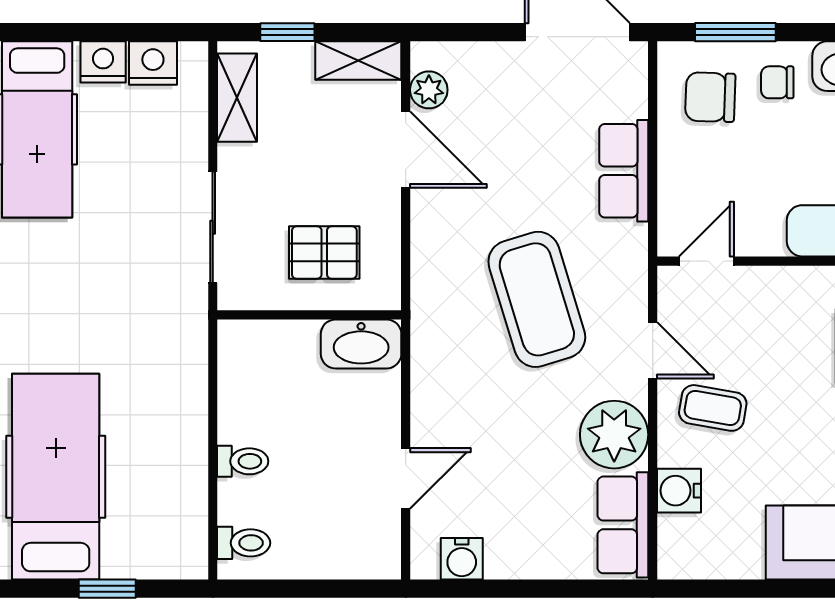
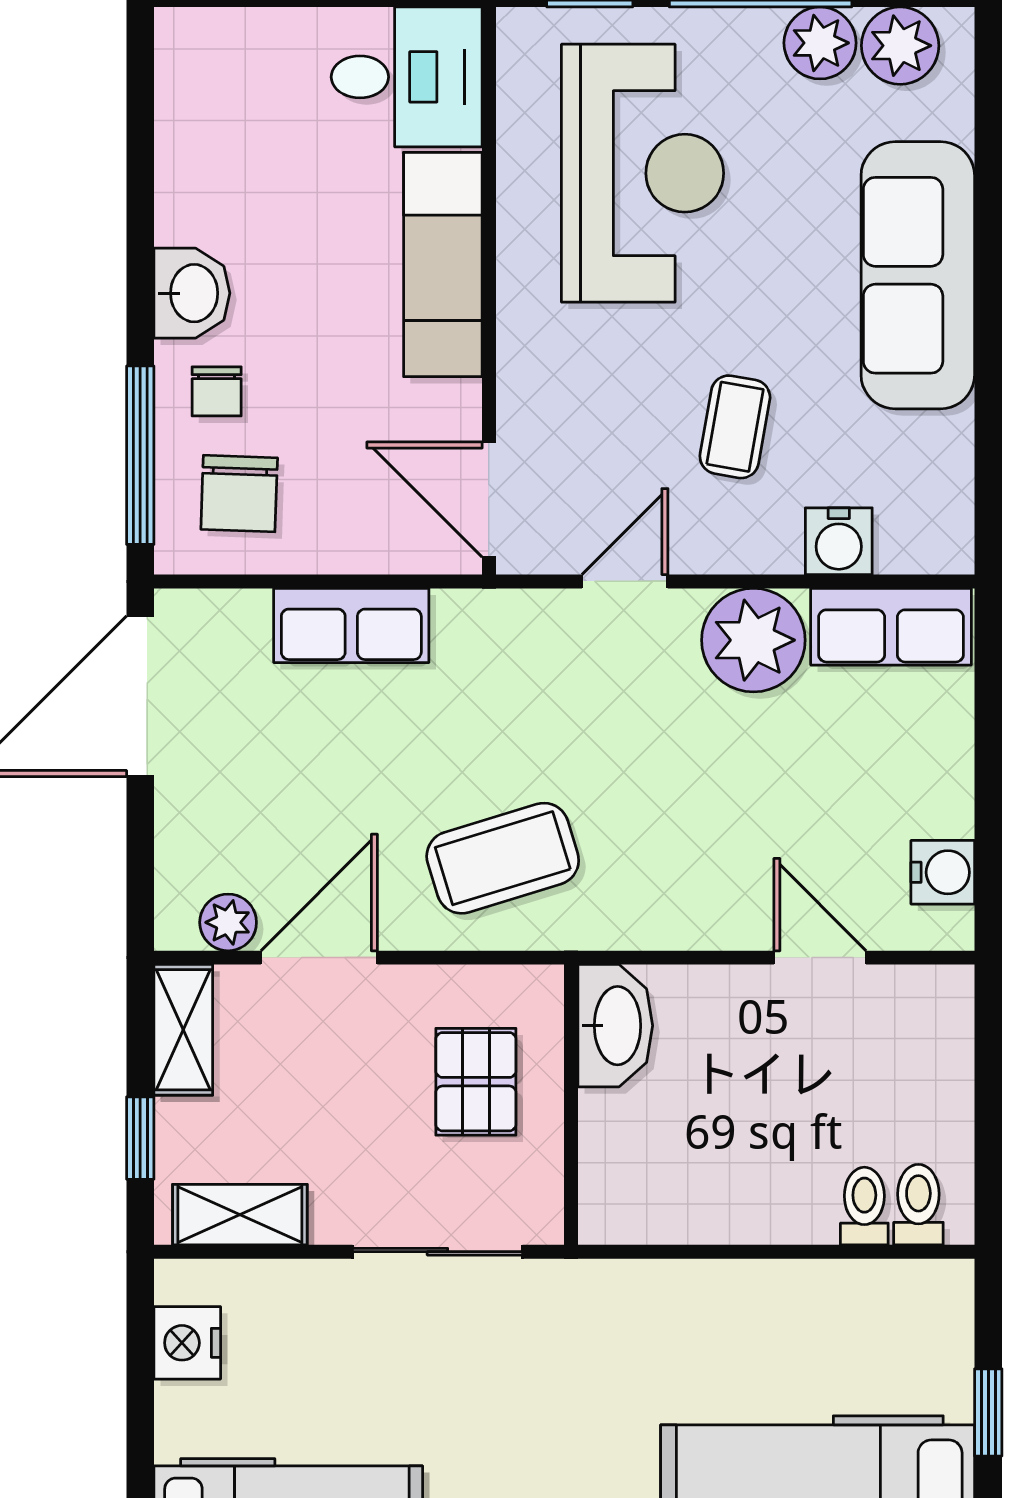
window: (735, 32) -> (140, 455), width x1.44
nightstand: (103, 62) -> (185, 1419), removed
door: (706, 261) -> (489, 500), width x1.38
coffee table: (537, 299) -> (503, 858), moved, width x0.73, depth x0.76
coffee table: (713, 408) -> (735, 427), moved
toilet: (243, 461) -> (864, 1206), moved

